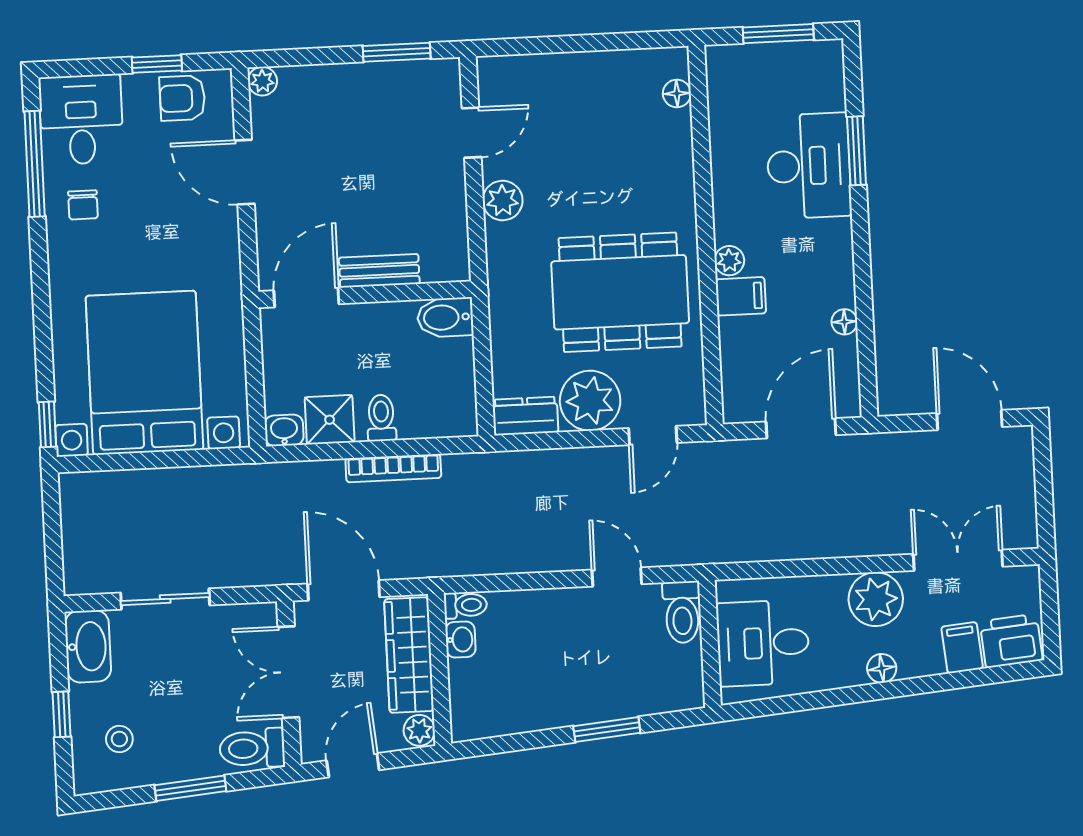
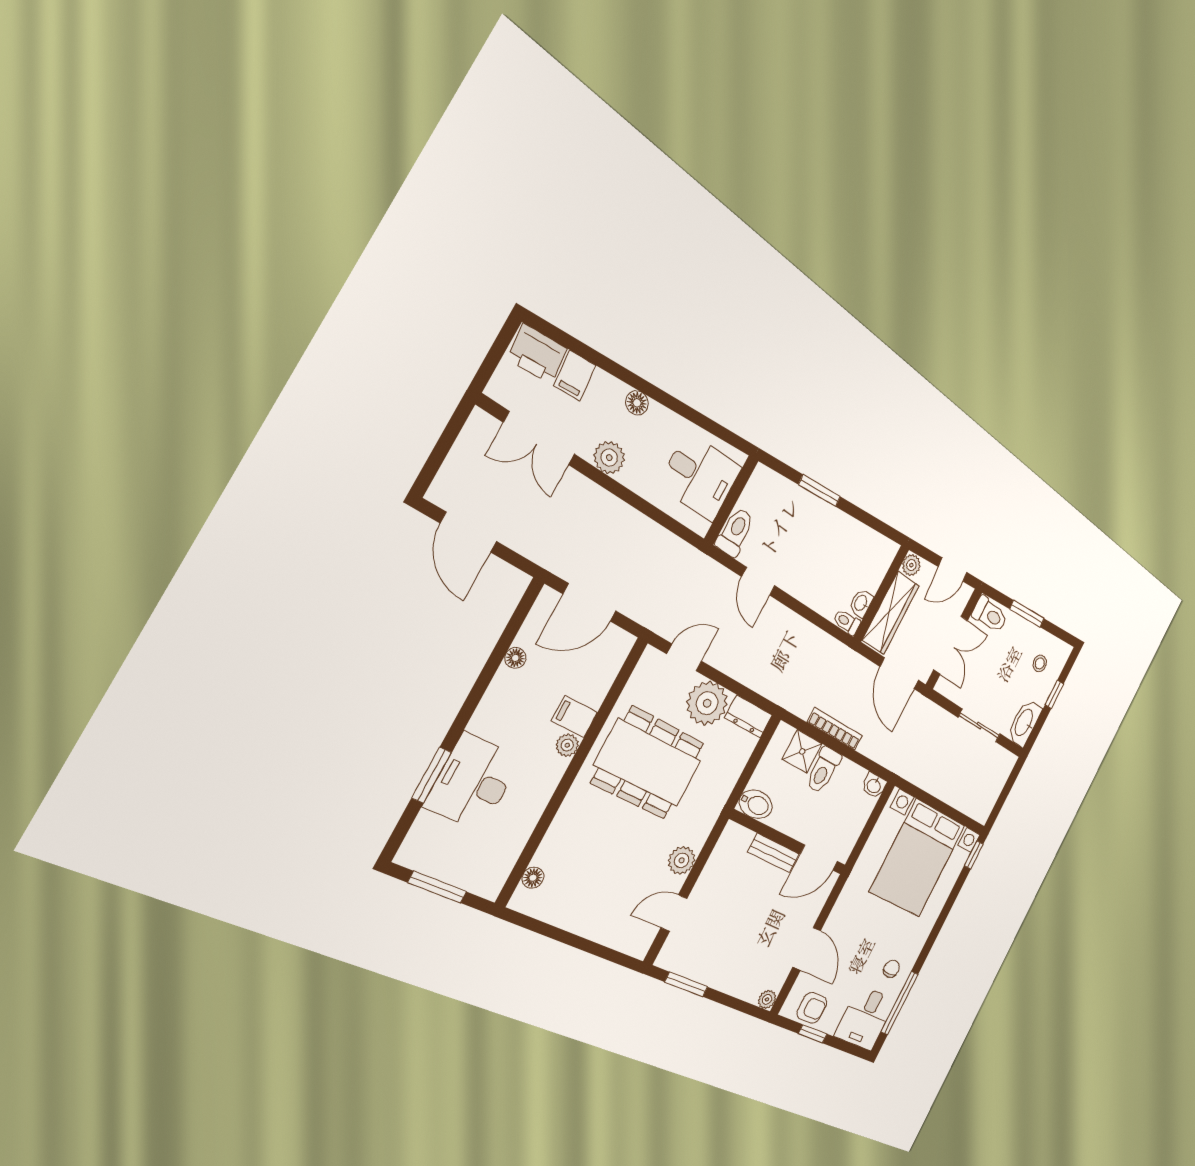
toilet: (381, 418) -> (823, 770), width x1.37, depth x1.39
shower: (330, 420) -> (802, 751), moved
plant: (876, 599) -> (609, 458), width x0.73, depth x0.73

